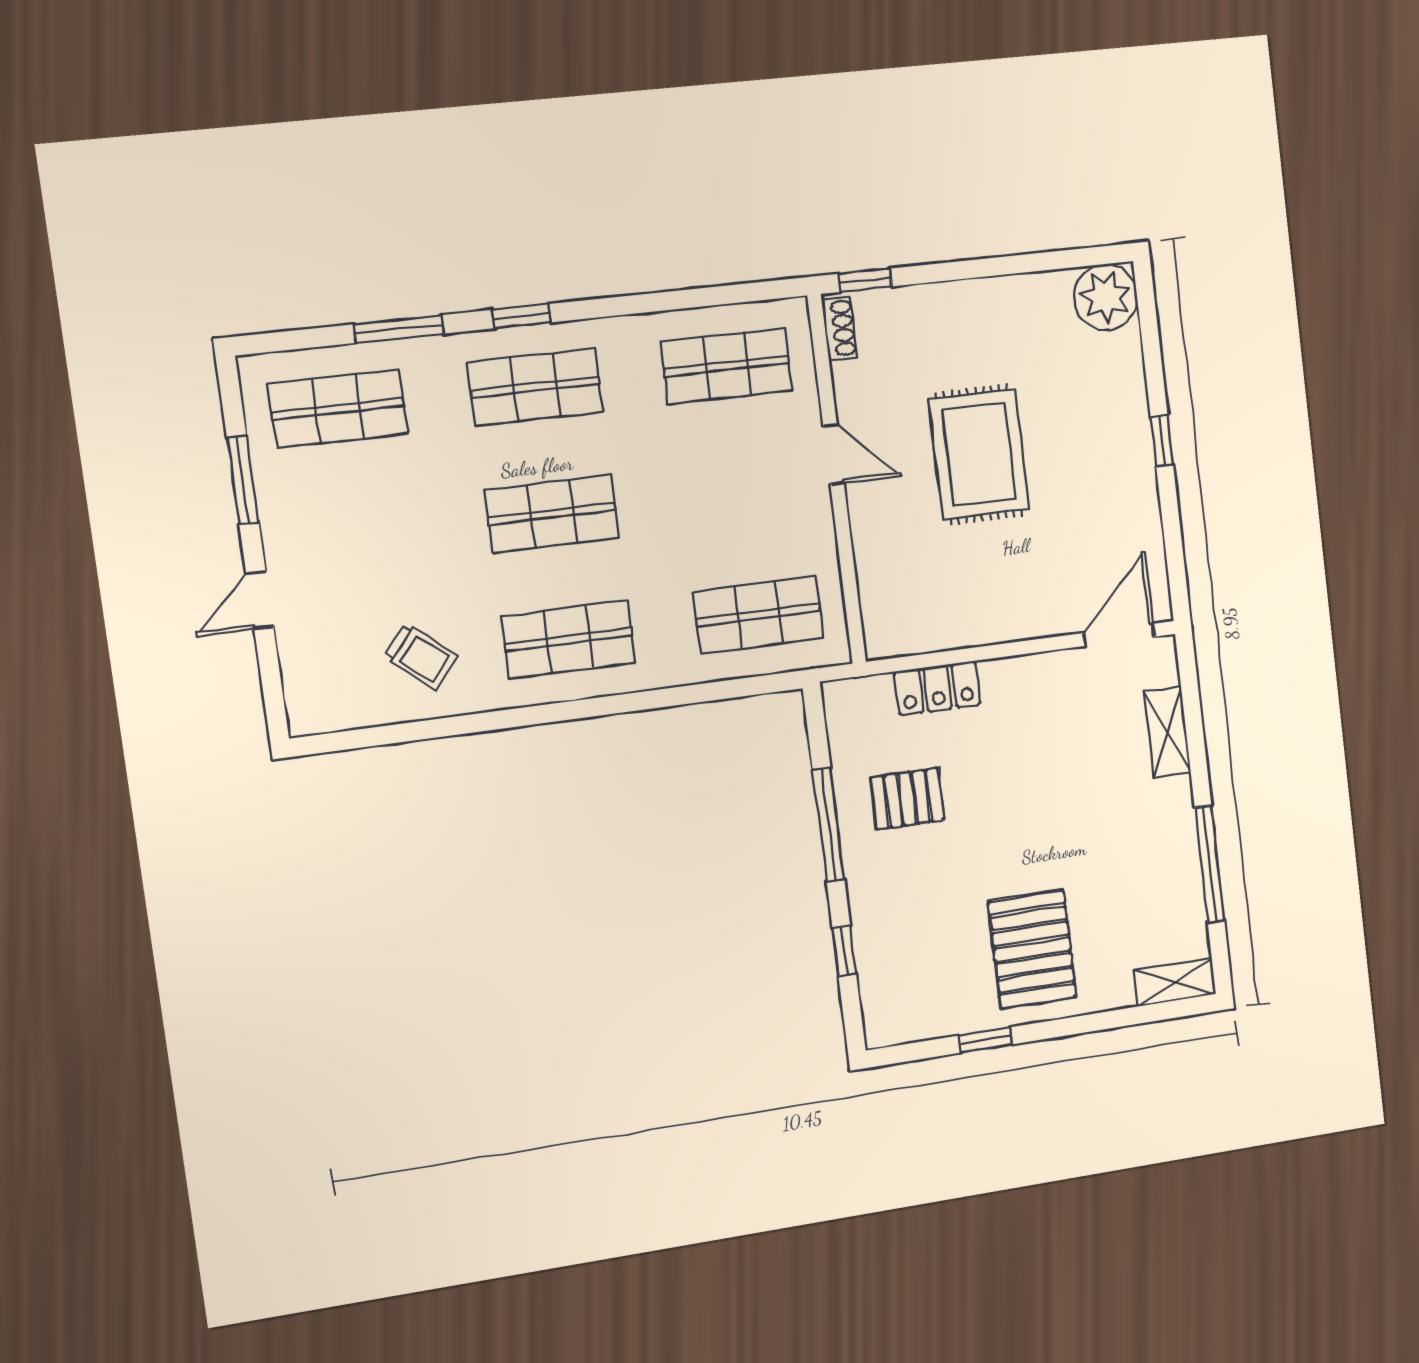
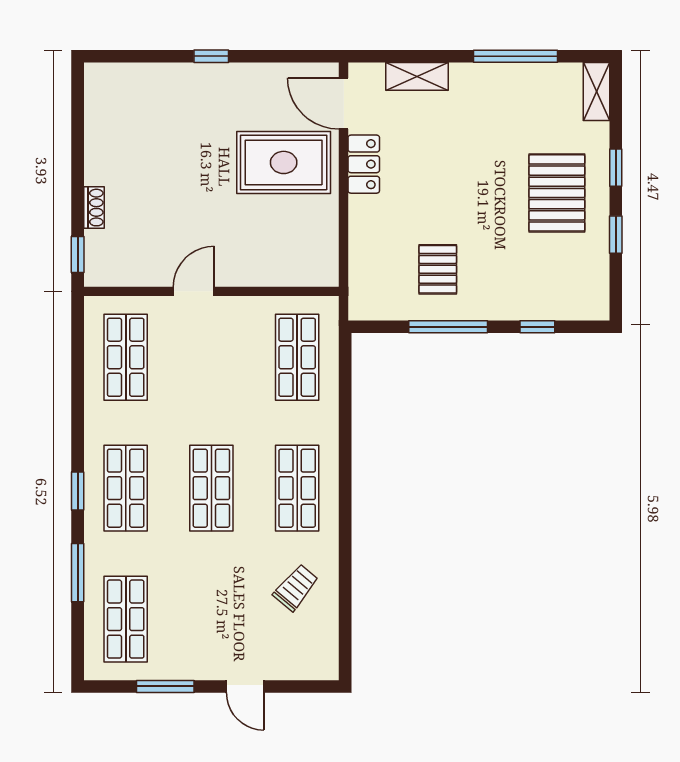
plant: (1106, 297) -> (107, 85), removed
shoe rack: (839, 328) -> (94, 208), moved, turned 90
rug: (979, 454) -> (284, 162), moved
locker: (938, 688) -> (364, 164), moved
pallet: (1032, 949) -> (557, 193), turned 90
window: (1076, 1025) -> (616, 168), added

